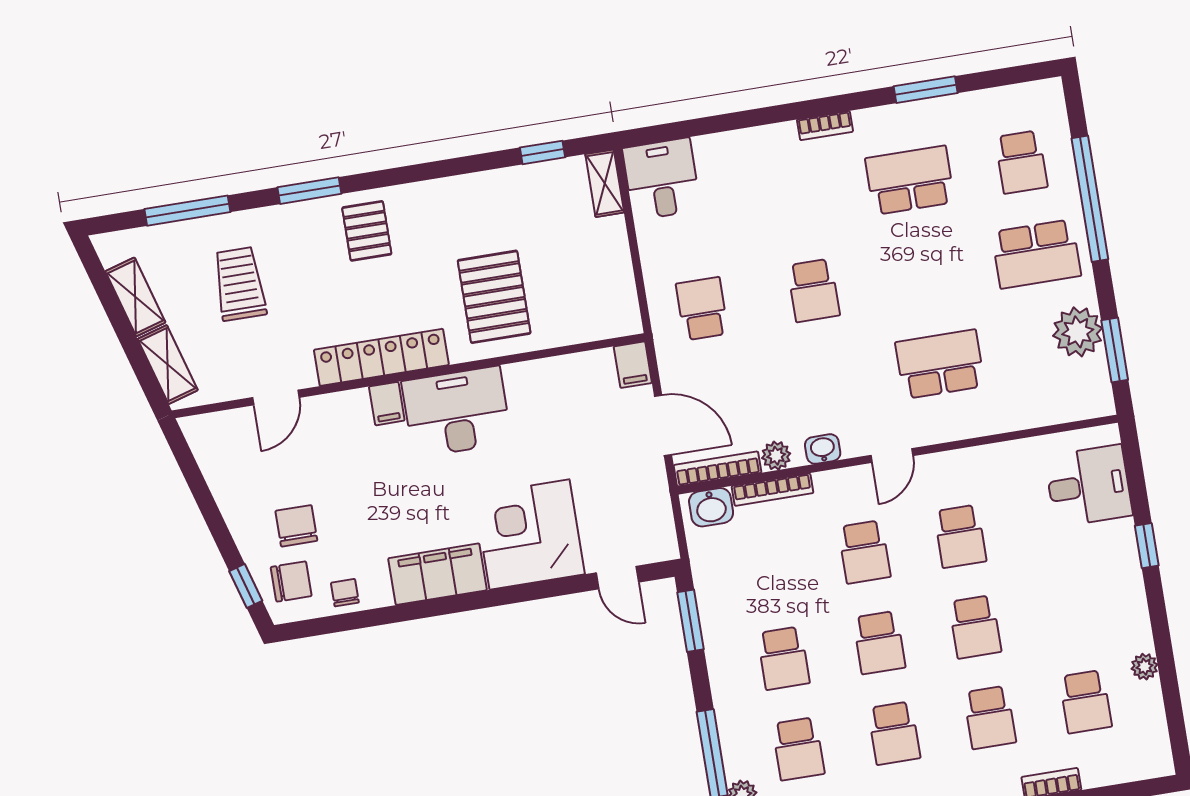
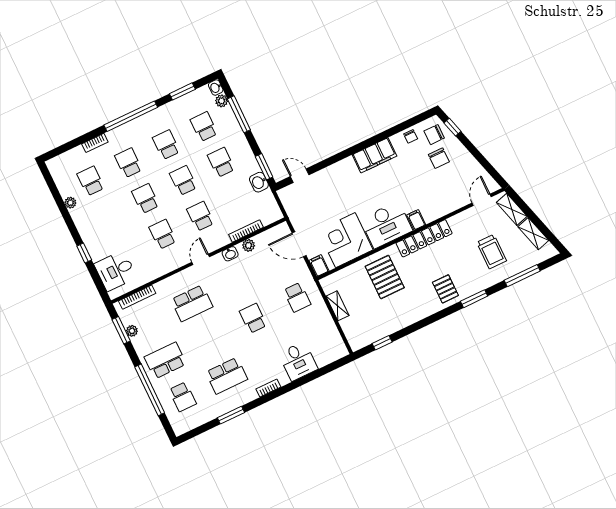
school desk: (1021, 162) -> (183, 397), turned 180
desk: (662, 179) -> (298, 361), moved
shelving: (605, 183) -> (337, 306), moved
plant: (1078, 332) -> (132, 331), width x0.53, depth x0.53
door: (276, 398) -> (482, 200), moved
bookcase: (718, 469) -> (137, 297), moved
washbasin: (711, 507) -> (259, 182), moved, turned -90
corner desk: (529, 534) -> (345, 240), moved, turned 180

